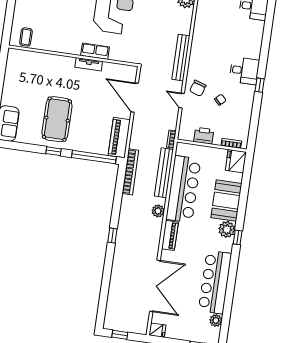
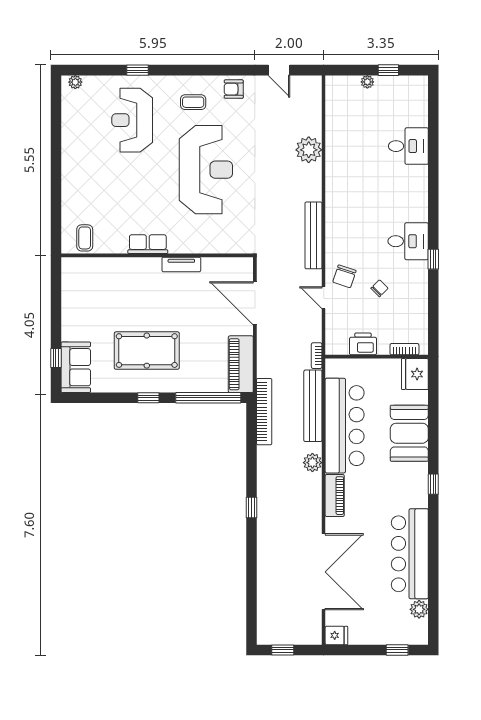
row of seats: (95, 51) -> (148, 244), moved
pool table: (57, 119) -> (147, 351), turned 90
plant: (227, 229) -> (416, 475), removed

